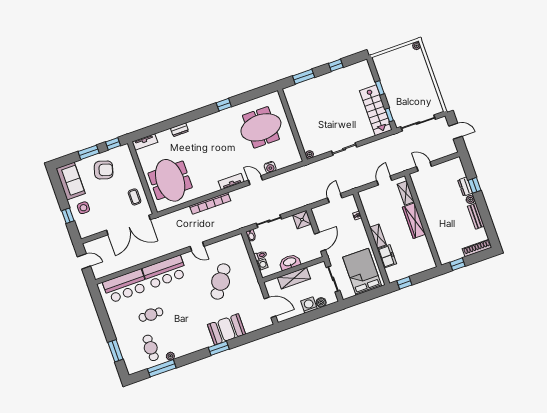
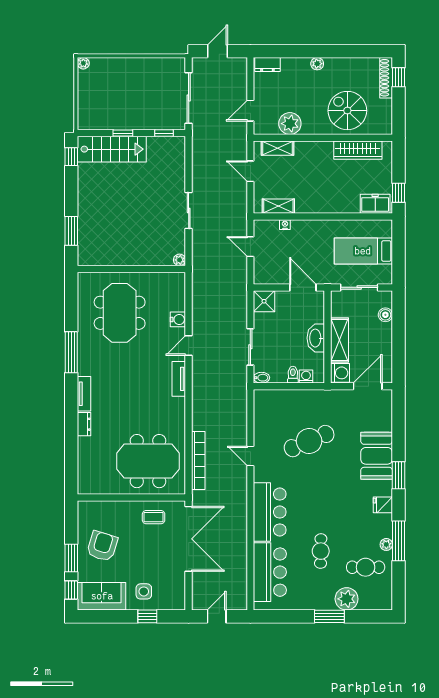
window: (336, 65) -> (71, 157), moved
window: (224, 105) -> (71, 352), width x2.17
stairs: (376, 110) -> (112, 149), moved
tv unit: (145, 142) -> (84, 394), moved
window: (113, 144) -> (71, 590), moved
window: (475, 185) -> (300, 51), removed
dresser: (465, 186) -> (267, 64), moved
plant: (425, 195) -> (290, 124), added
bookcase: (210, 203) -> (198, 460), moved
bench: (476, 216) -> (342, 64), removed
wardrobe: (414, 221) -> (358, 150), moved
spiral stairs: (447, 230) -> (347, 111), added
shelving: (378, 236) -> (278, 206), moved
door: (197, 246) -> (250, 456), swing flipped
freezer: (387, 256) -> (375, 204), moved
window: (458, 264) -> (399, 77), moved
bed: (362, 272) -> (363, 251), width x0.67
cafe table: (221, 282) -> (309, 441), turned -57
washing machine: (309, 305) -> (340, 373), moved, turned 180
plant: (125, 343) -> (347, 599), added
fridge: (196, 345) -> (383, 505), added
window: (115, 351) -> (329, 616), moved
window: (162, 368) -> (399, 541), moved

